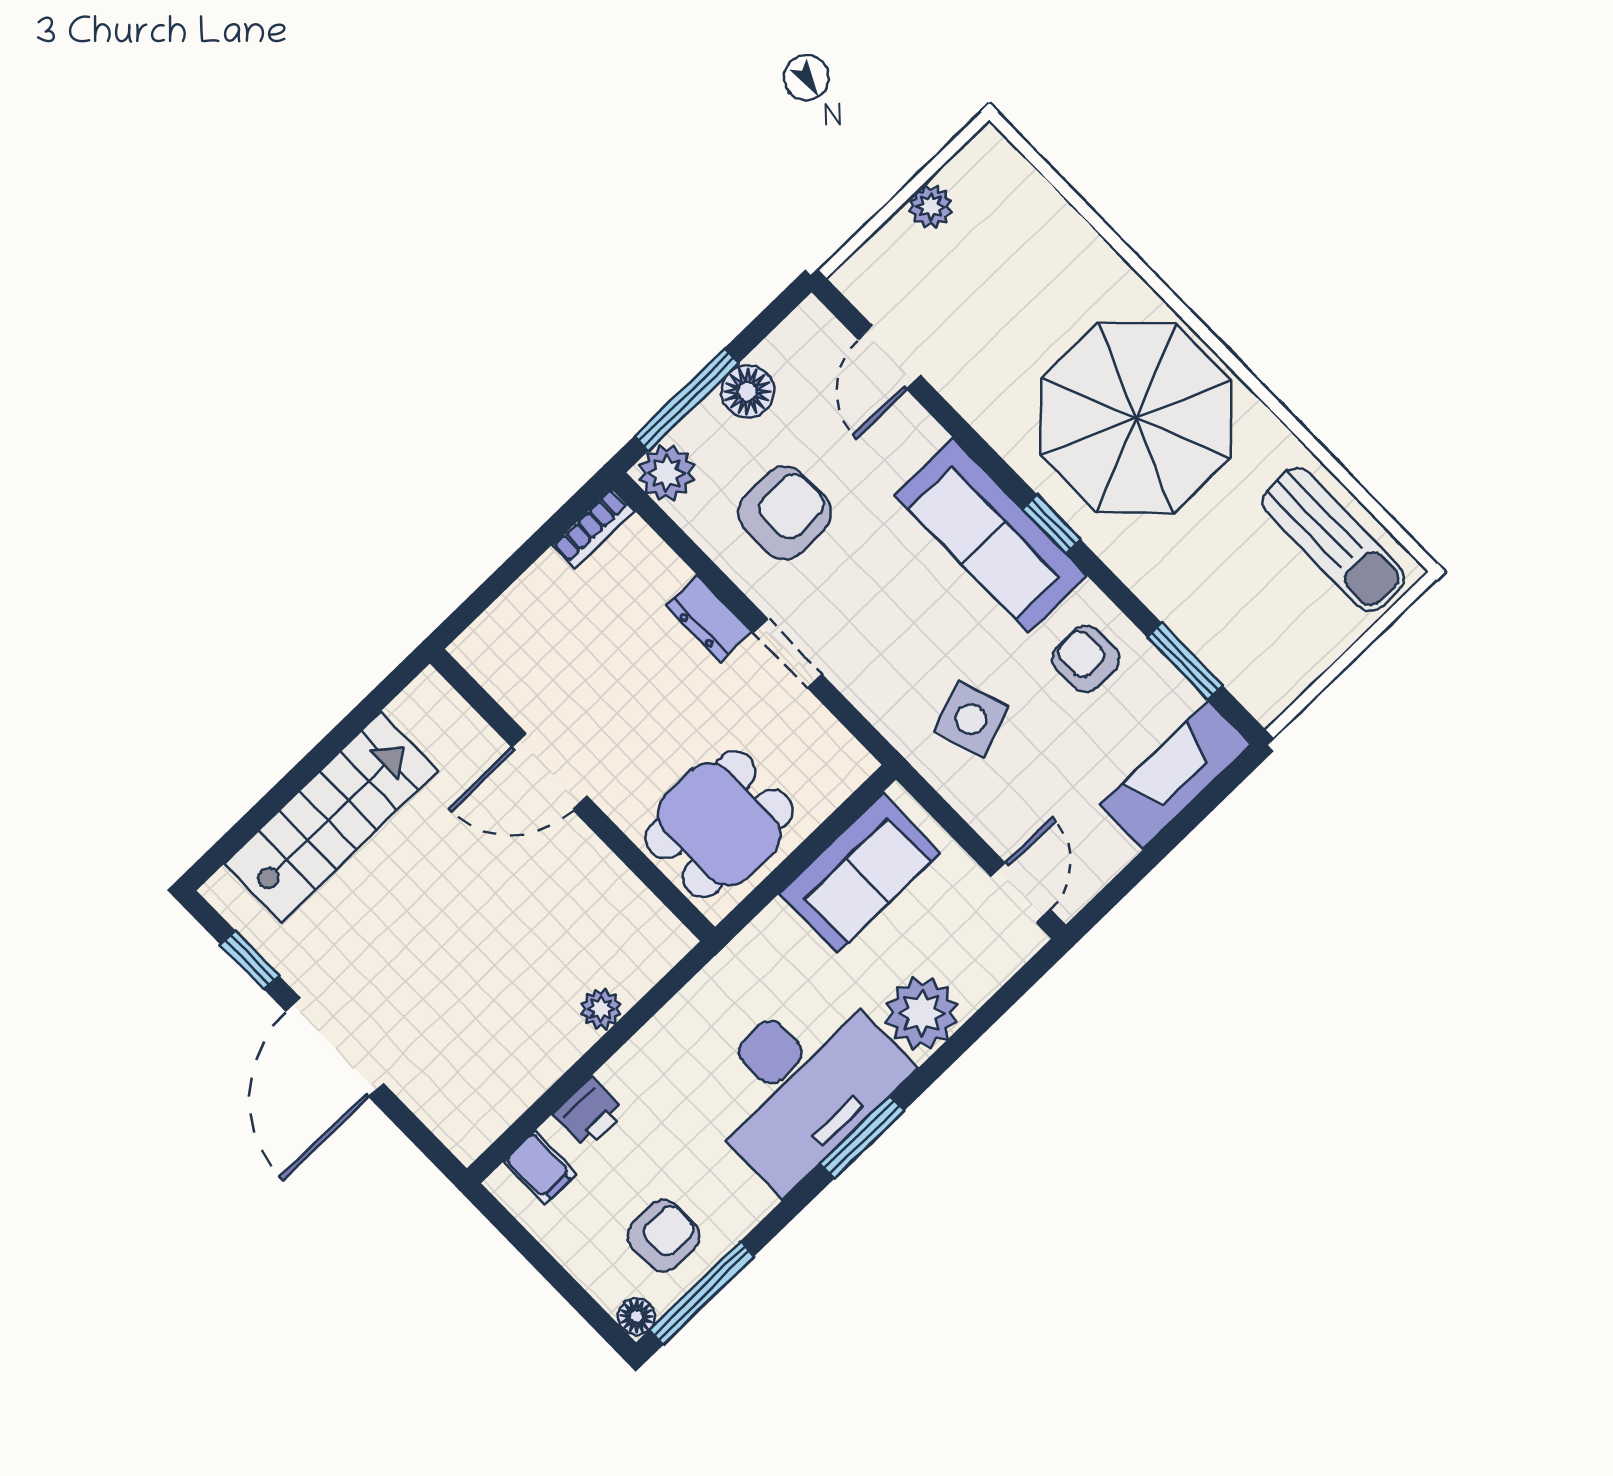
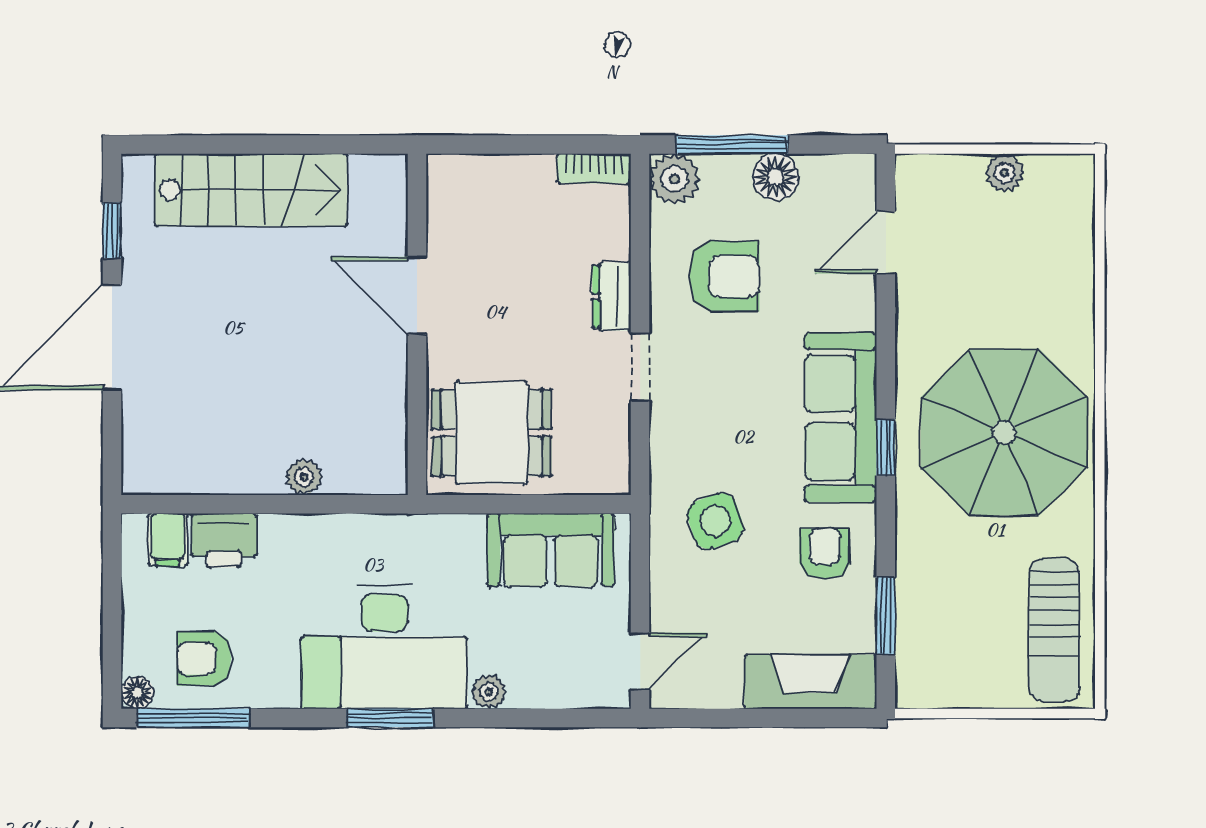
plant: (922, 1013) -> (489, 692), width x0.53, depth x0.53
printer: (589, 1113) -> (224, 540), width x1.36, depth x1.24
armchair: (664, 1236) -> (204, 658), turned 180

